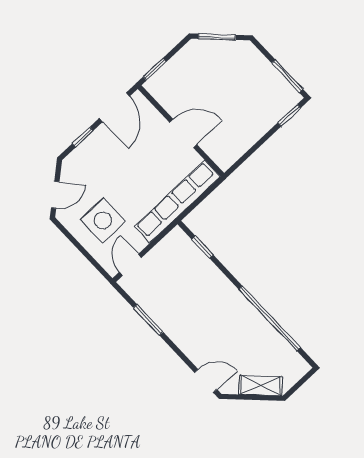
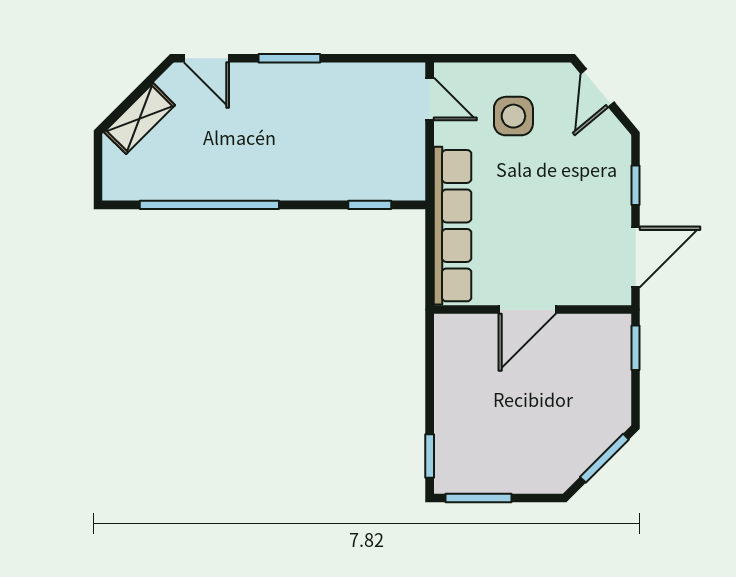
door: (114, 107) -> (636, 257), swing flipped
side table: (103, 220) -> (513, 116), width x0.73, depth x0.73
window: (148, 320) -> (289, 58), moved
door: (206, 381) -> (207, 58), hinge flipped

